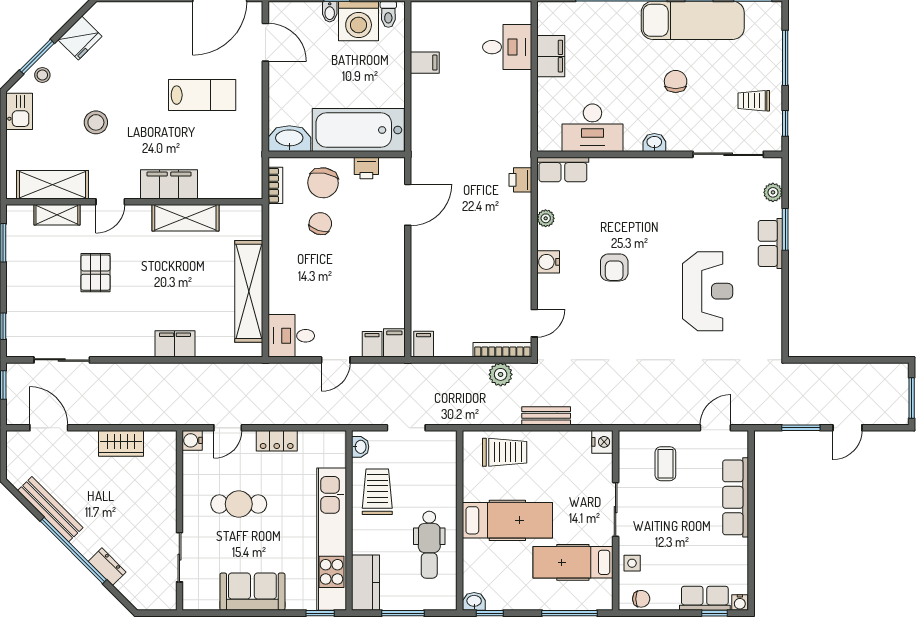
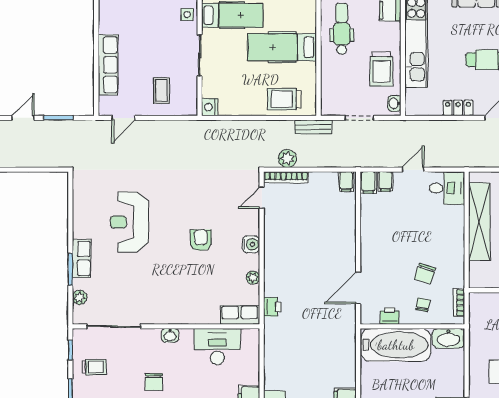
chair: (323, 183) -> (423, 305), width x0.54, depth x0.54
bench: (546, 416) -> (313, 127), moved

